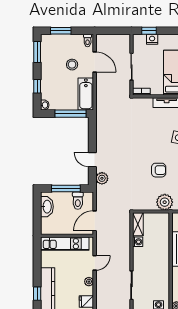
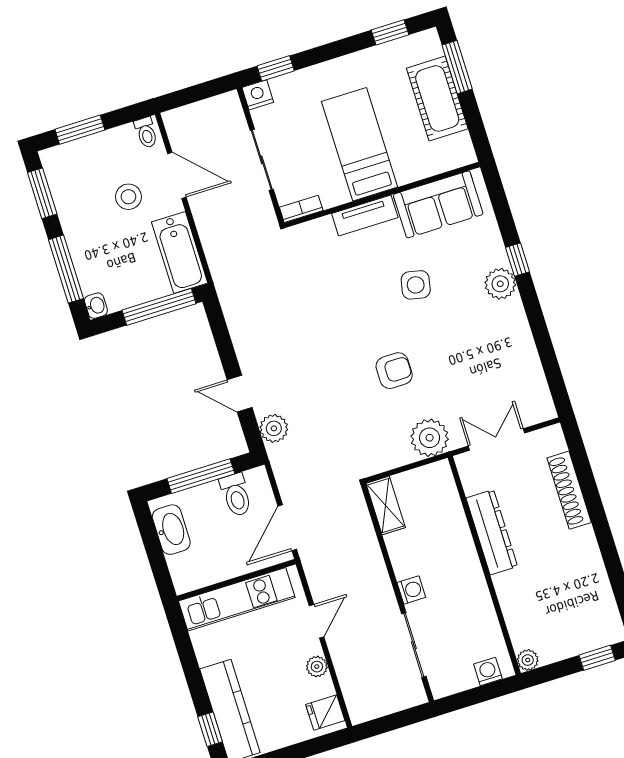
nightstand: (152, 39) -> (258, 95), moved
window: (37, 86) -> (66, 269), width x2.17
washing machine: (138, 242) -> (411, 590), moved

